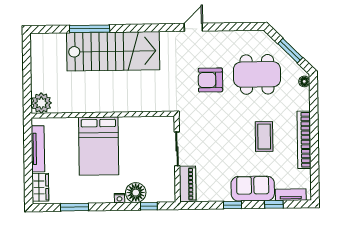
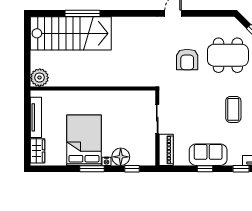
stairs: (113, 51) -> (71, 33), moved
armchair: (210, 80) -> (187, 59), turned -90
bed: (99, 146) -> (84, 140), moved, turned 180
sofa: (253, 189) -> (208, 155), moved
window: (74, 207) -> (92, 169), moved

